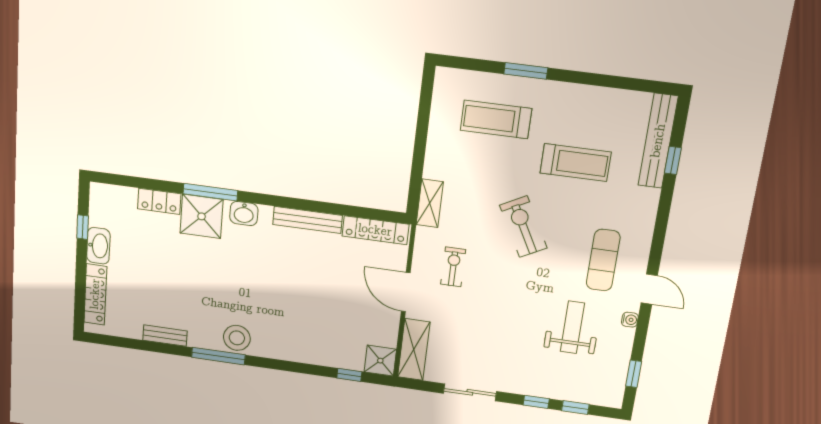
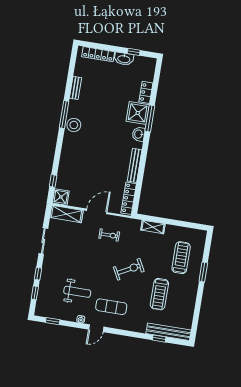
shelving: (430, 203) -> (153, 227), moved

